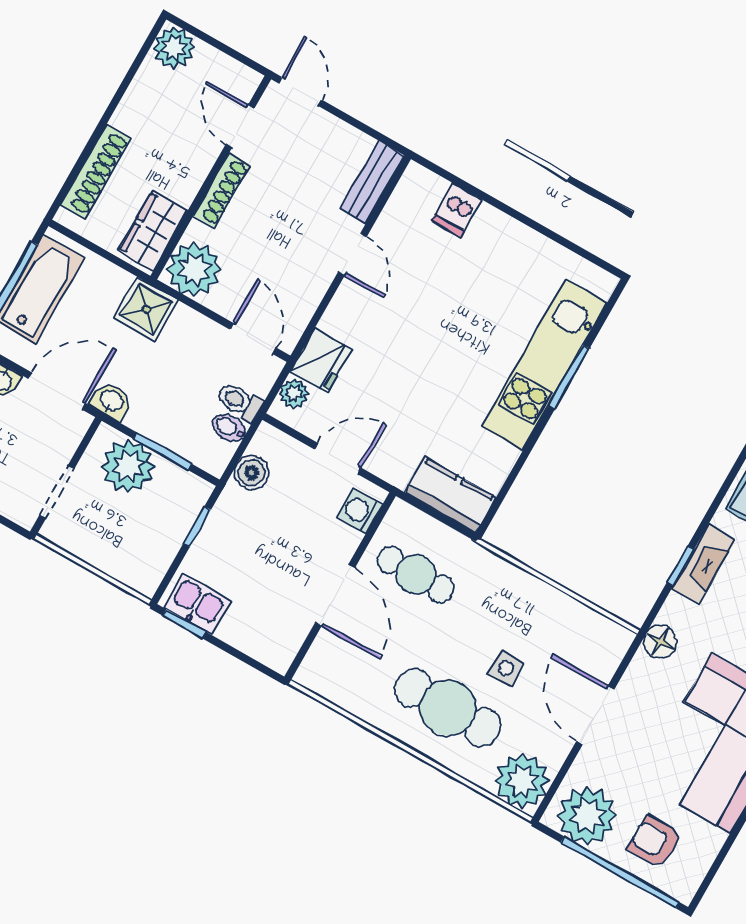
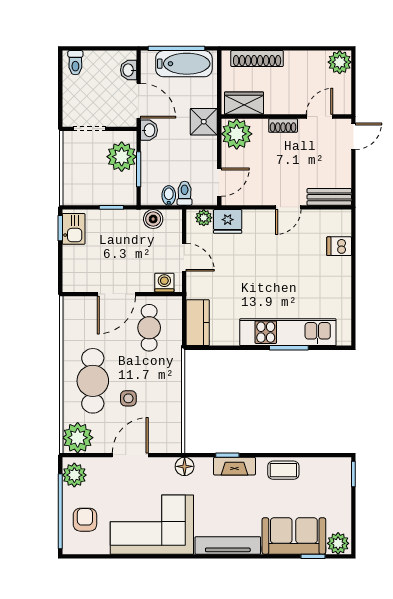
shoe rack: (222, 190) -> (283, 125), width x0.70
plant: (587, 816) -> (74, 475), width x0.73, depth x0.73

